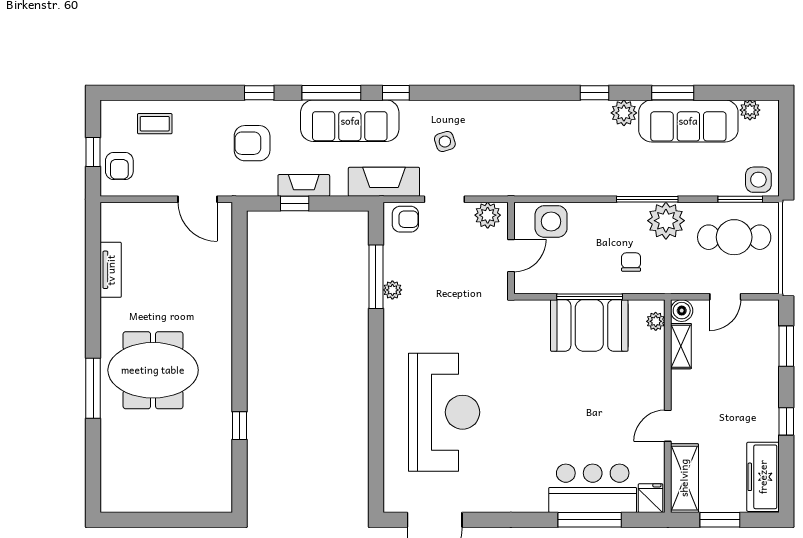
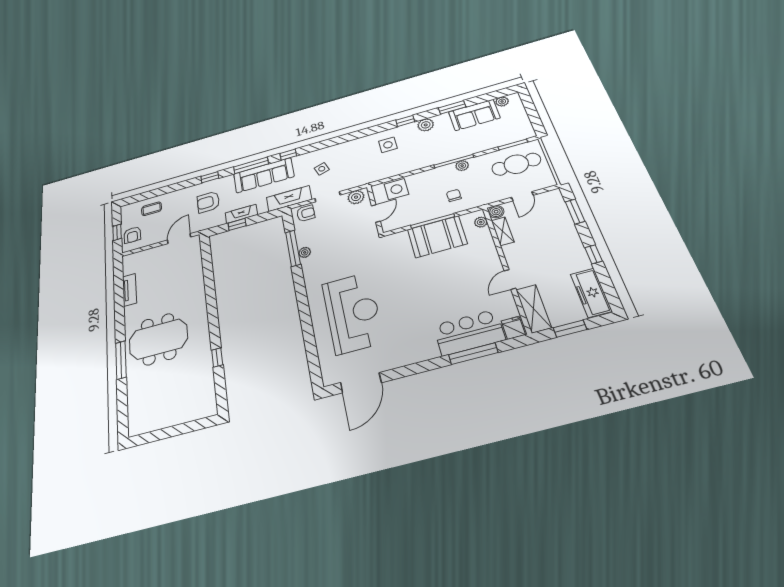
sofa: (688, 121) -> (474, 115), width x0.73
side table: (758, 180) -> (388, 145), moved
door: (197, 199) -> (179, 239), swing flipped
plant: (666, 221) -> (462, 166), width x0.53, depth x0.53

